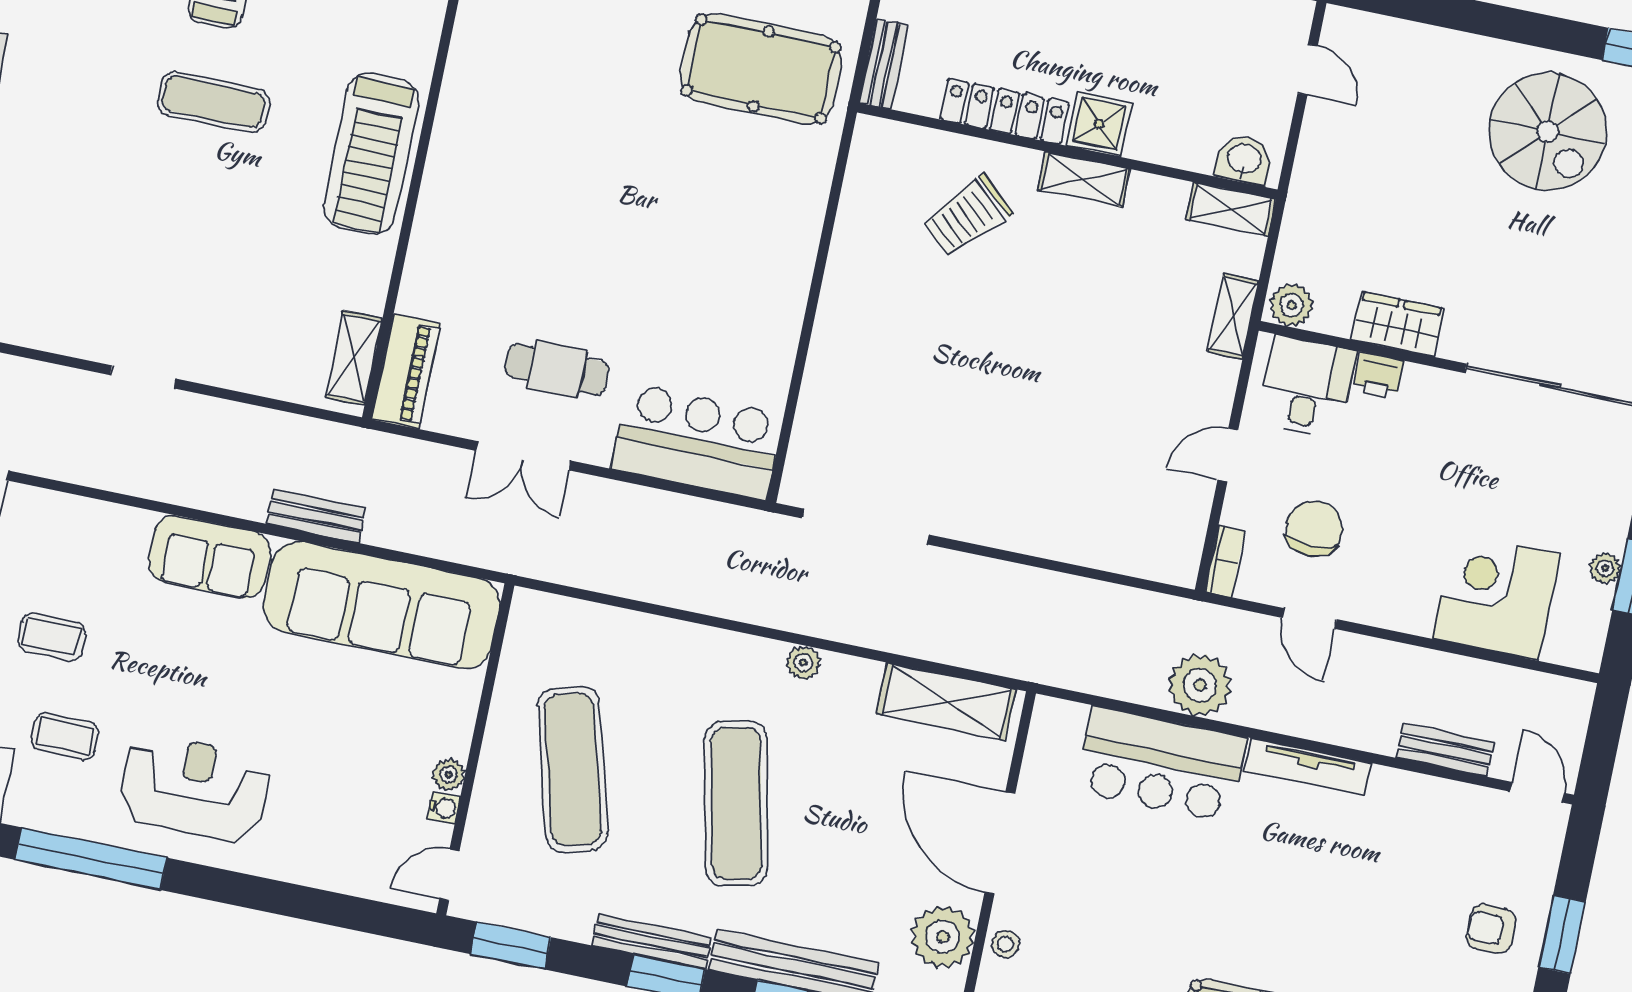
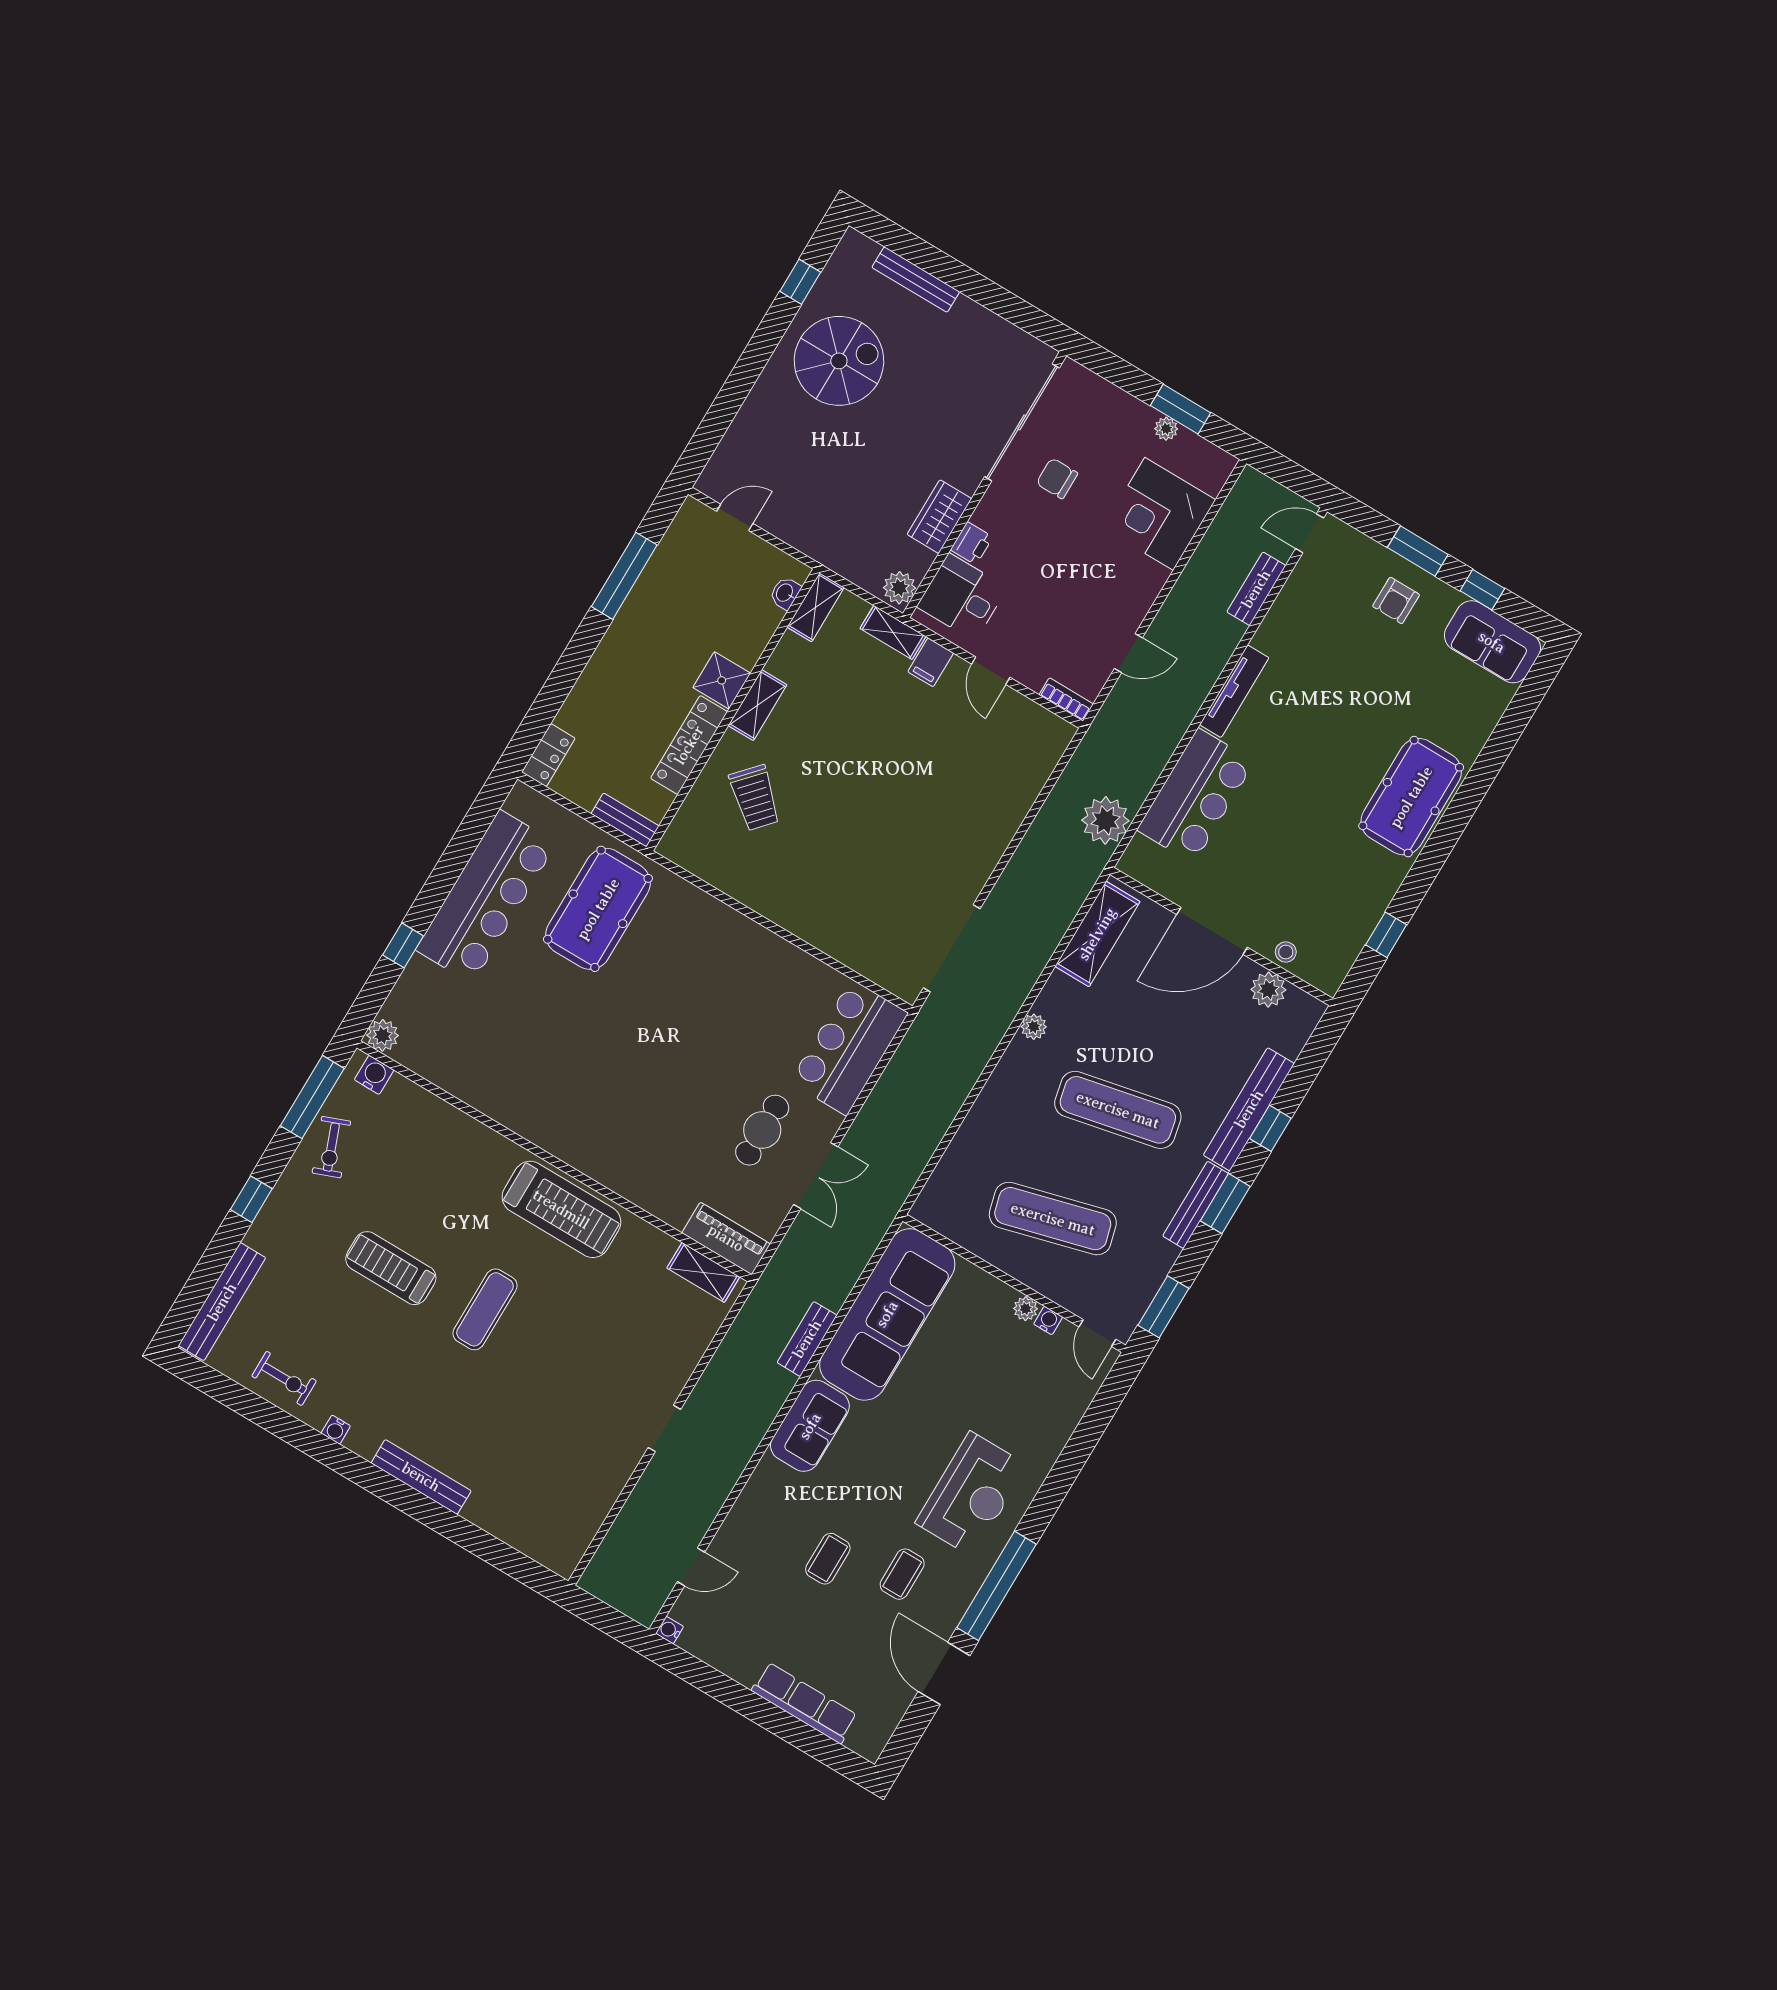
washbasin: (1244, 160) -> (785, 593), width x0.72, depth x0.69
filing cabinet: (1212, 376) -> (931, 662), added
chair: (1314, 529) -> (1057, 478), moved, width x0.73, depth x0.73
plant: (1200, 685) -> (1105, 820), moved
reception desk: (194, 788) -> (971, 1494), turned 180
plant: (943, 937) -> (1268, 990), width x0.73, depth x0.73

